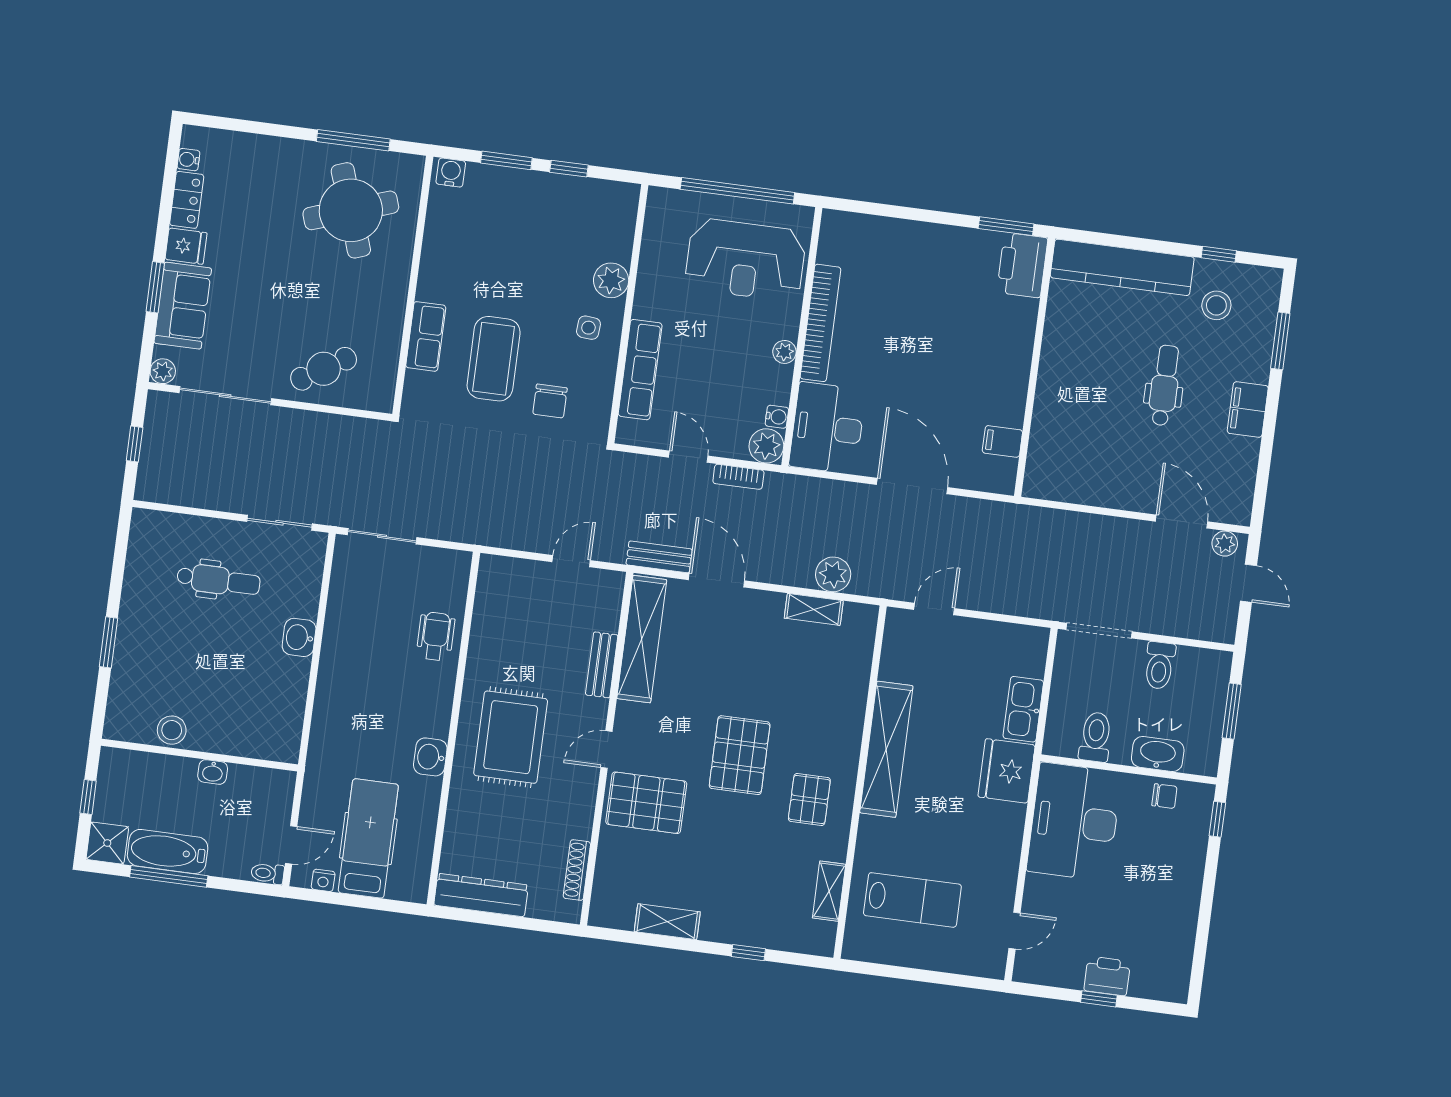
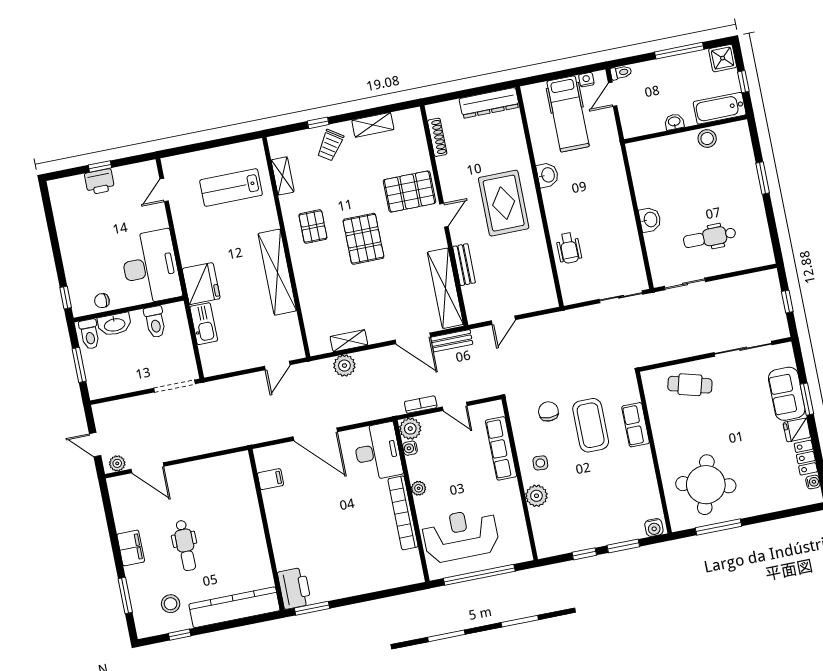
round table: (351, 210) -> (706, 485), turned 33
cafe table: (324, 369) -> (690, 385), turned 47
plant: (163, 371) -> (785, 351), removed
toilet: (1160, 666) -> (90, 334), moved, turned 180
bathtub: (168, 851) -> (720, 108), moved, turned 180
trolley: (742, 913) -> (330, 145), added

